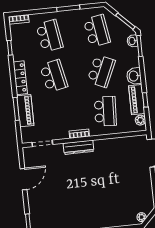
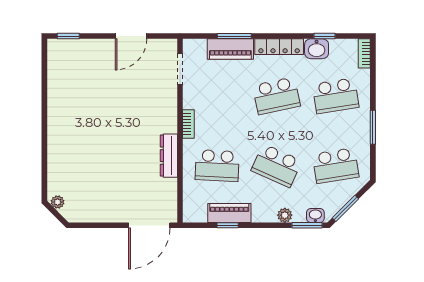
washbasin: (134, 76) -> (317, 49), moved, turned 180
plant: (140, 120) -> (285, 215), moved
dresser: (78, 147) -> (169, 156), moved
door: (24, 179) -> (131, 36), hinge flipped

